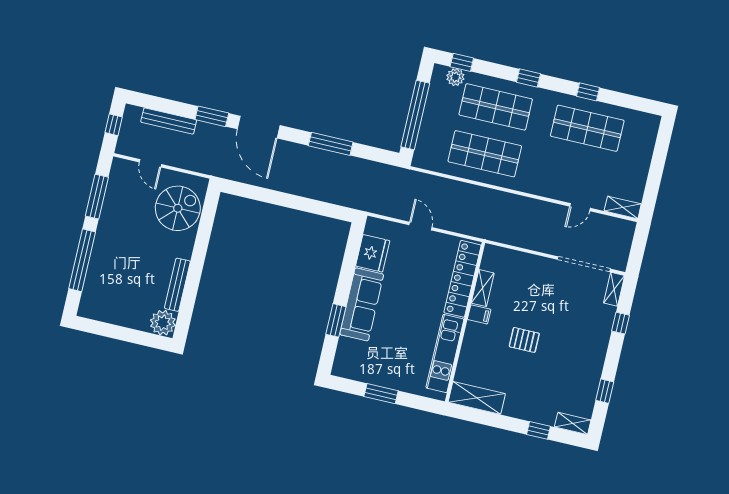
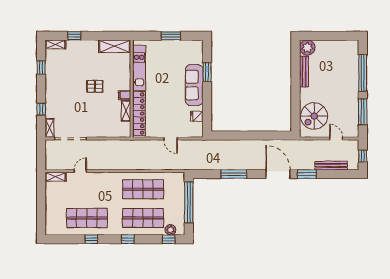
fridge: (373, 253) -> (197, 116), width x0.53, depth x0.75

